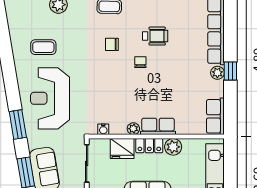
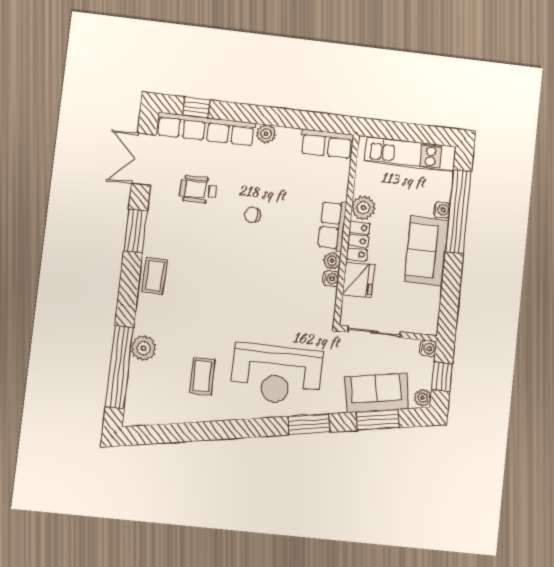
wheelchair: (155, 36) -> (198, 190), moved, turned -90
chair: (112, 44) -> (209, 278), removed
chair: (140, 62) -> (253, 215), moved
window: (230, 71) -> (196, 107), moved
water cooler: (103, 129) -> (331, 279), moved

